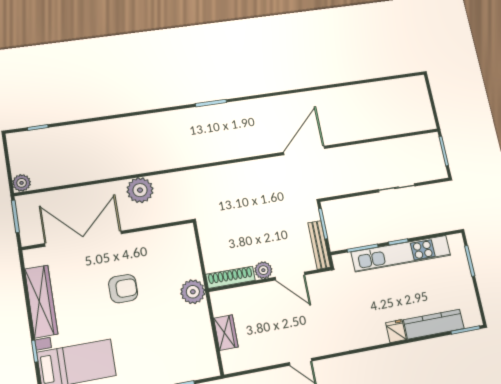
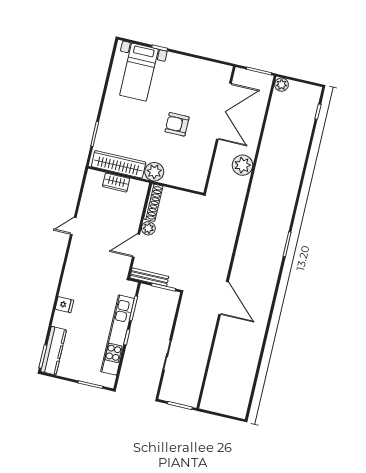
armchair: (123, 289) -> (177, 124), turned 90
wardrobe: (41, 301) -> (119, 164), moved, turned 180
kitchen counter: (434, 324) -> (54, 351), moved

